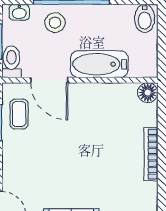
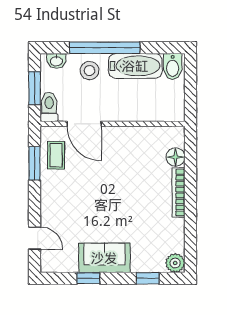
bathtub: (99, 64) -> (135, 66), moved, turned 180
floor lamp: (148, 93) -> (176, 157), moved

